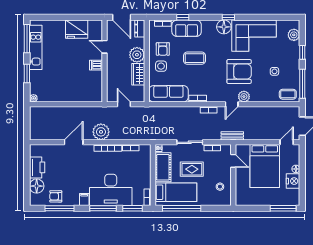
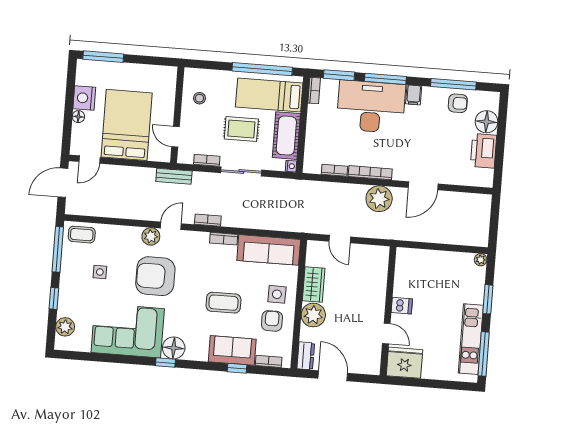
door: (104, 47) -> (386, 333), moved
wall: (104, 61) -> (388, 311), moved
dishwasher: (96, 65) -> (402, 306), moved

